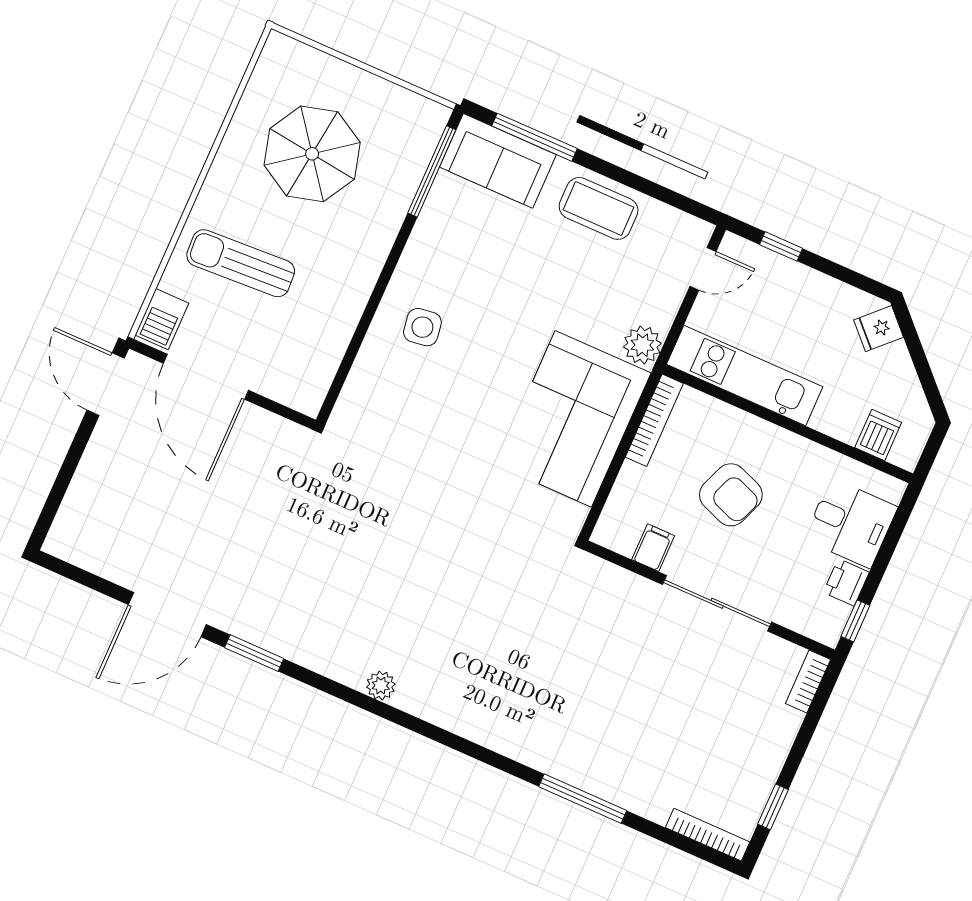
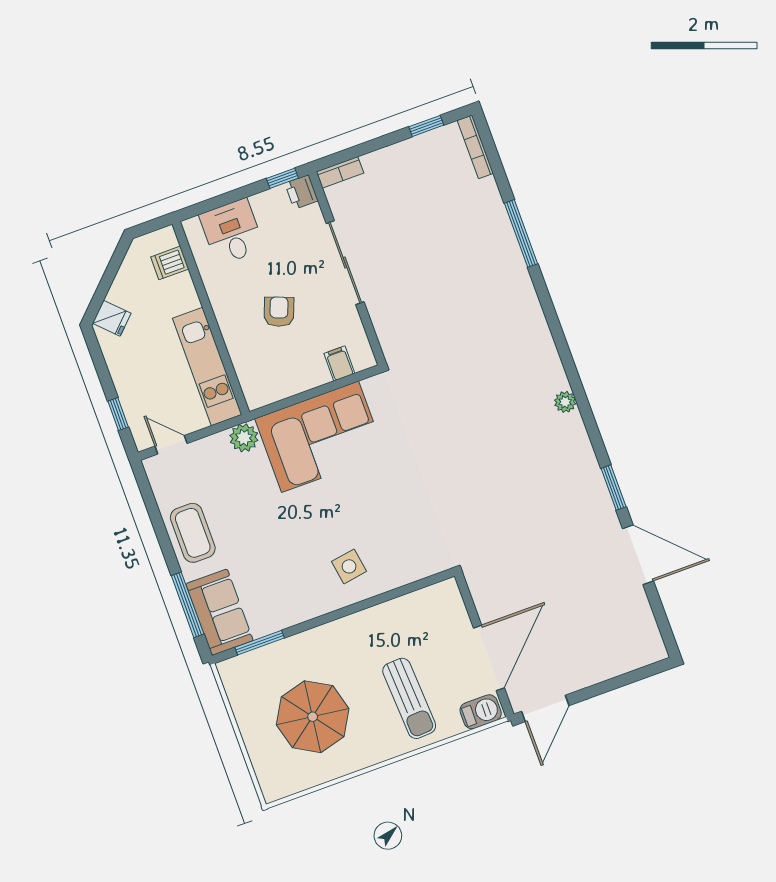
window: (432, 171) -> (260, 643), width x0.69
bookcase: (654, 420) -> (278, 392), removed
armchair: (731, 495) -> (279, 312), width x0.72, depth x0.72
filing cabinet: (653, 548) -> (339, 363), moved, turned 90
printer: (846, 582) -> (301, 192), moved, turned 90

